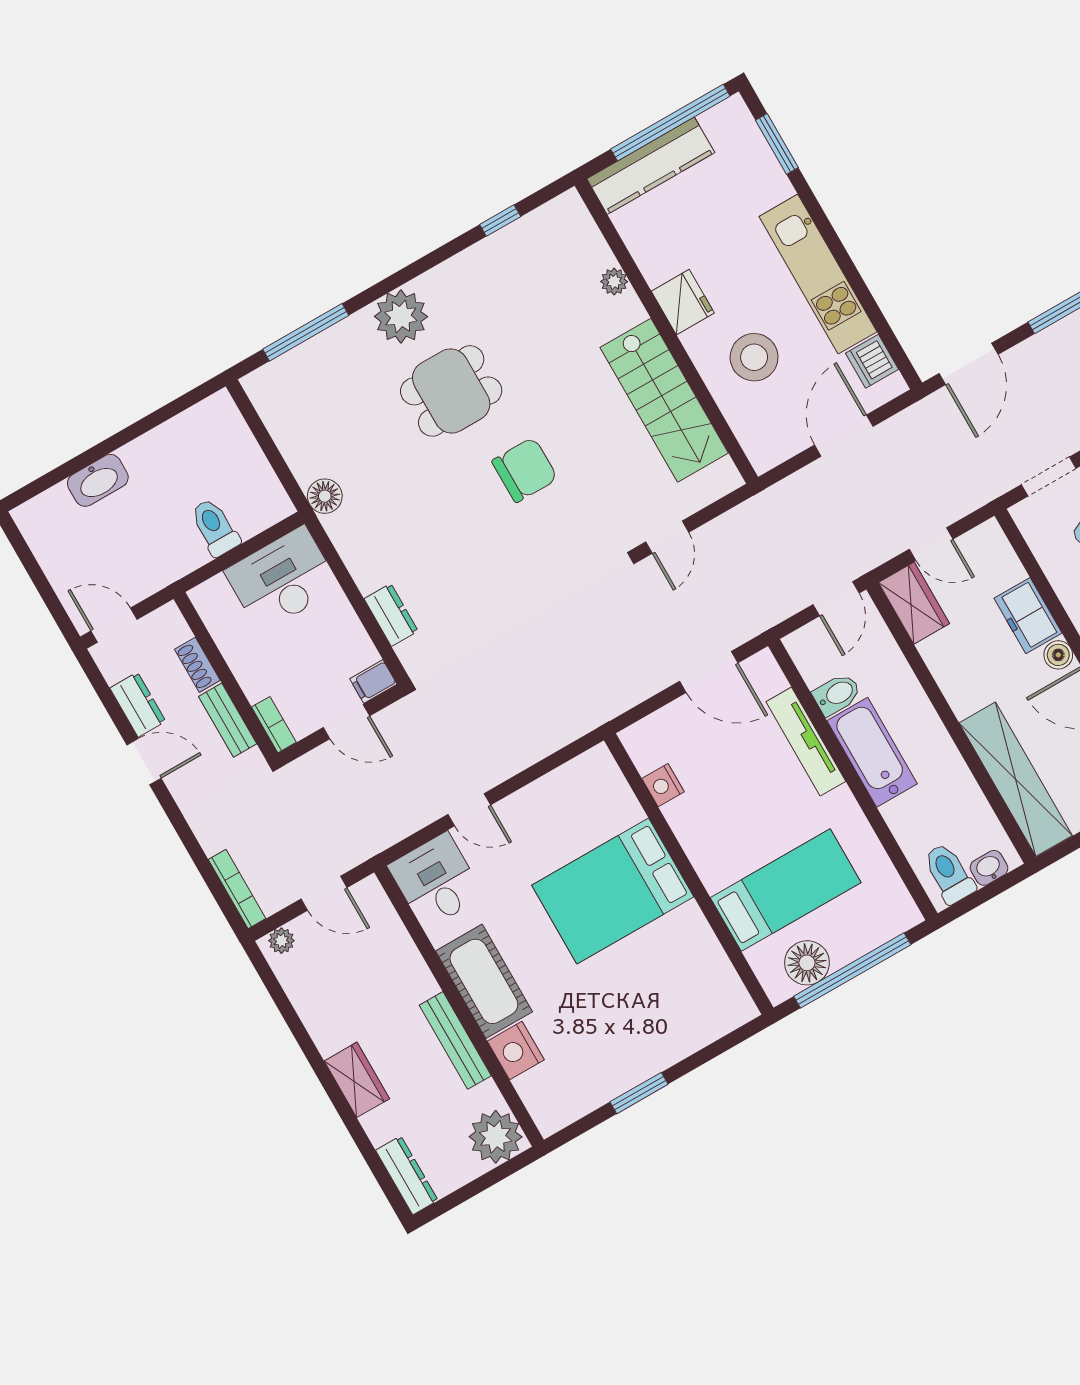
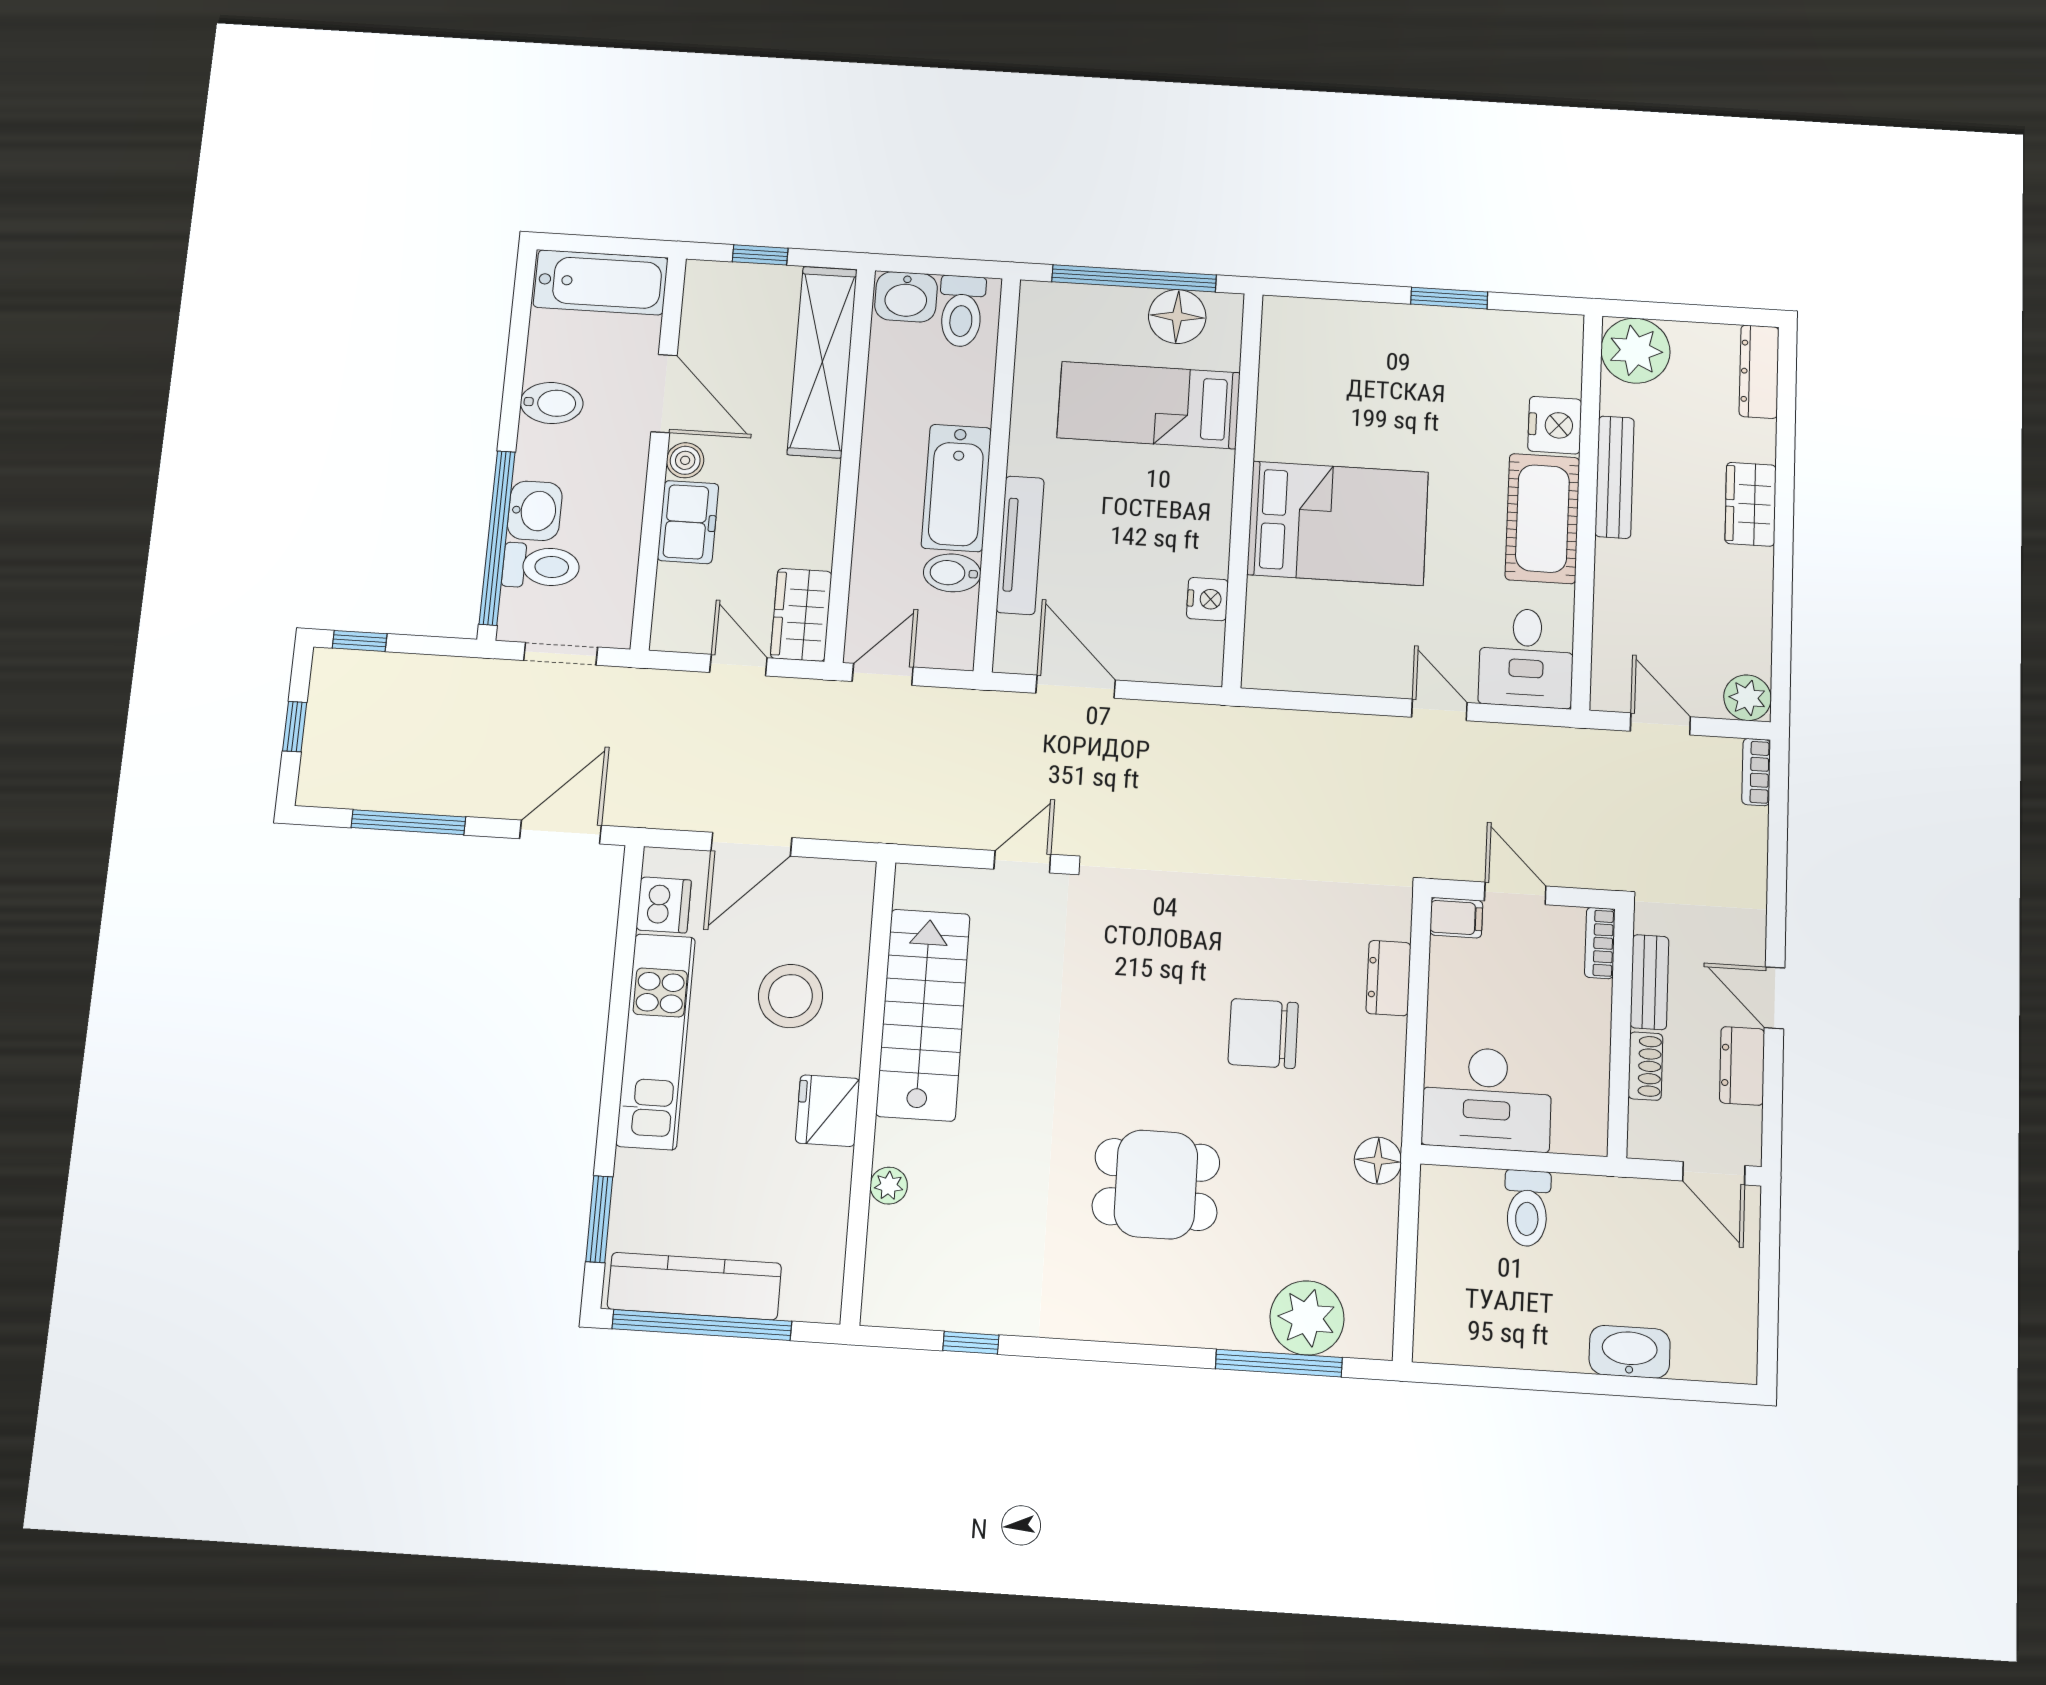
kitchen counter: (651, 166) -> (694, 1286), moved
plant: (401, 317) -> (1307, 1318), moved
chair: (525, 470) -> (1263, 1033), moved
washbasin: (989, 868) -> (906, 297), width x1.38, depth x1.45
bookcase: (237, 889) -> (1756, 772), width x0.64
plant: (281, 941) -> (1747, 698), width x1.38, depth x1.38

